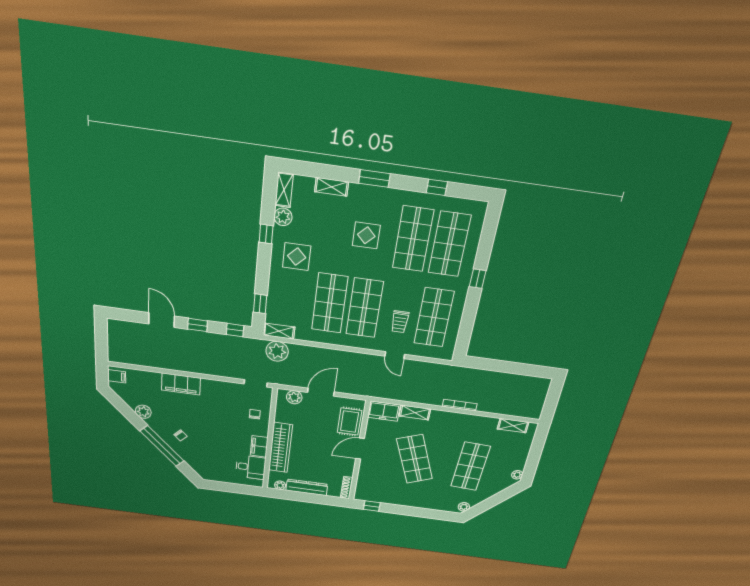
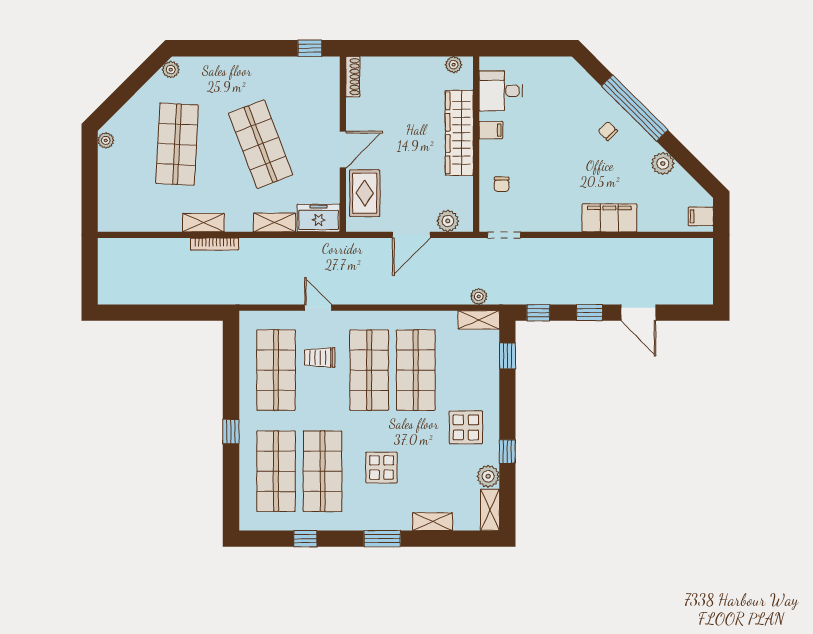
trolley: (400, 322) -> (320, 358), turned -90
plant: (277, 351) -> (479, 296), width x0.53, depth x0.53
shelving: (513, 426) -> (203, 223), moved
filing cabinet: (259, 446) -> (491, 130), width x0.50
dresser: (307, 487) -> (413, 67), removed

